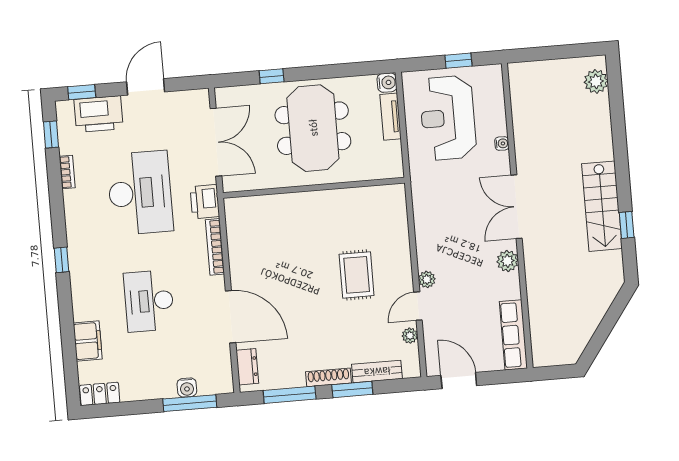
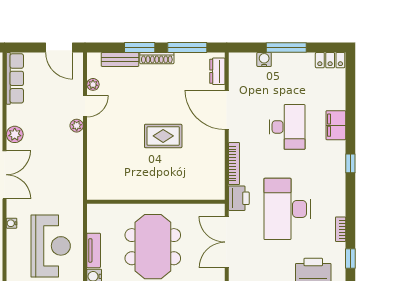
rug: (357, 275) -> (163, 136), moved, turned 90
filing cabinet: (88, 341) -> (336, 125), moved
window: (190, 403) -> (286, 48), moved

